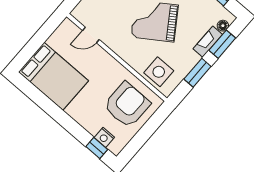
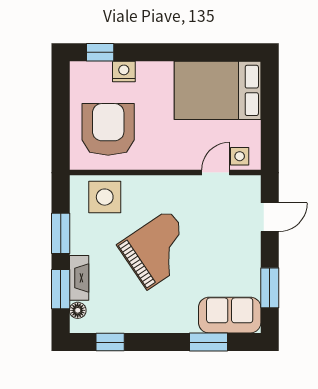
side table: (71, 33) -> (240, 156), added
armchair: (127, 105) -> (108, 129), turned 180
nightstand: (104, 137) -> (124, 72), moved

